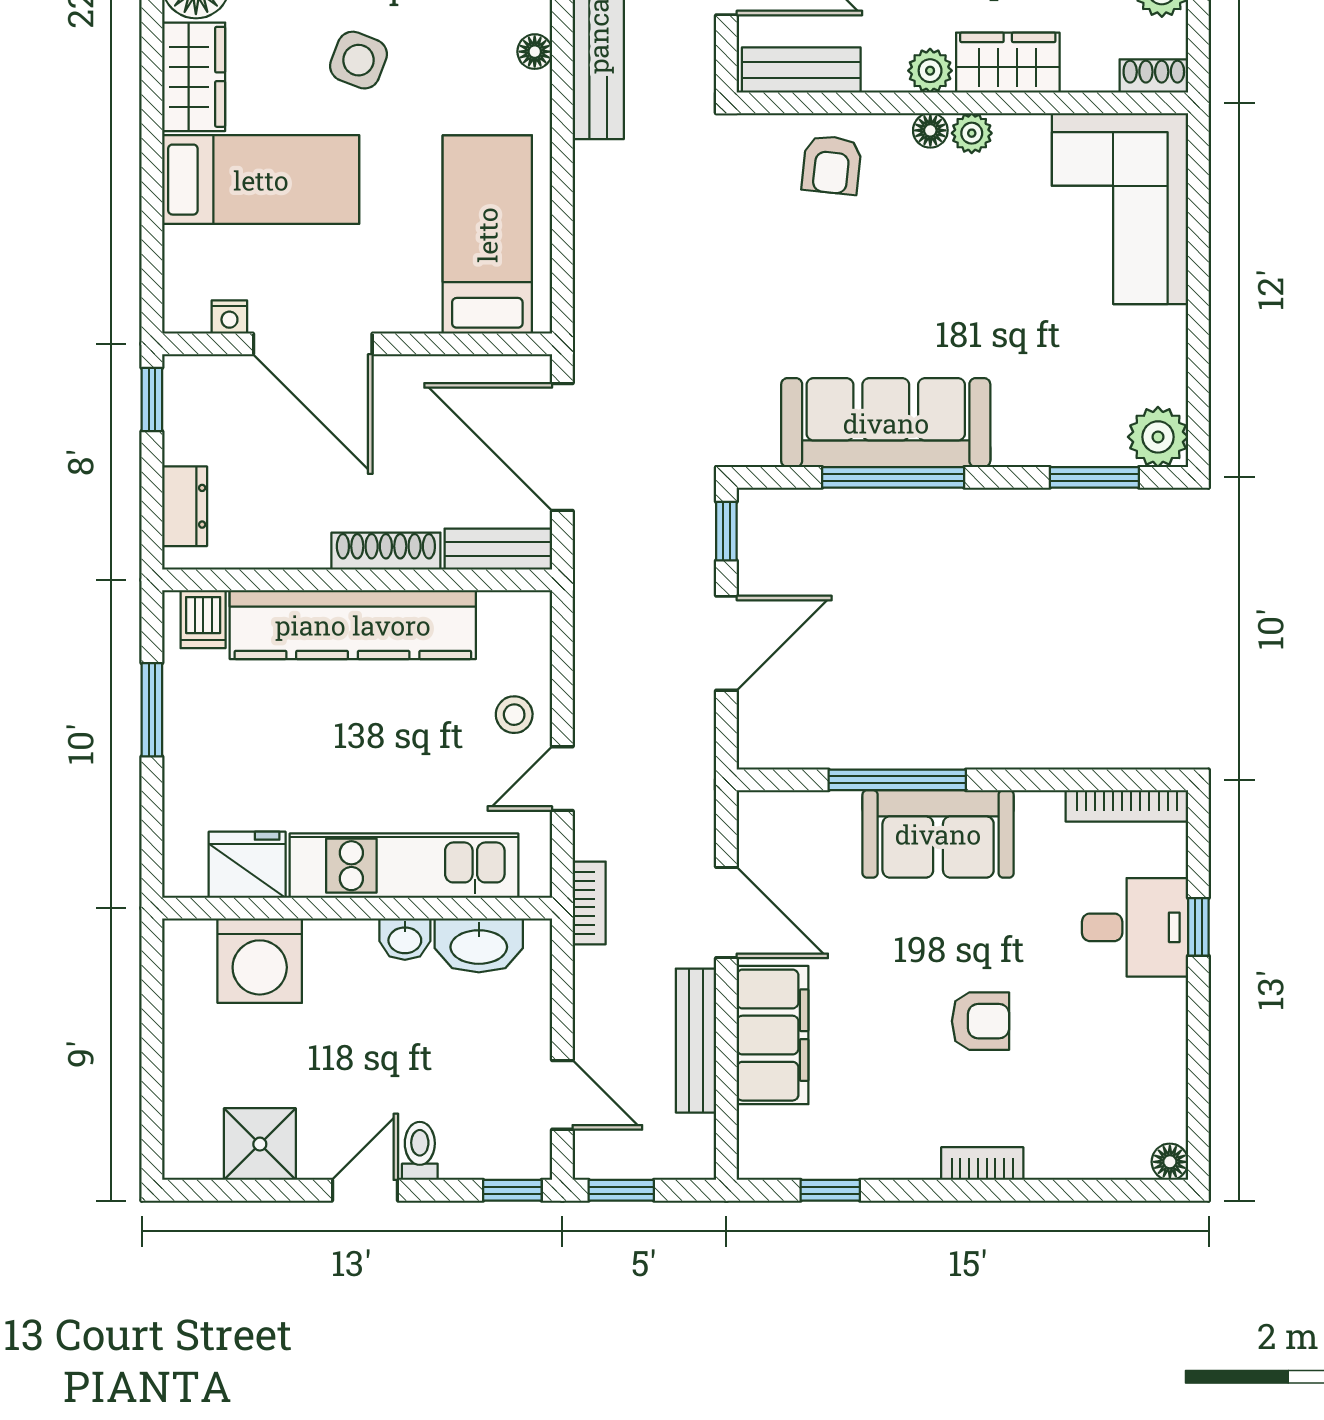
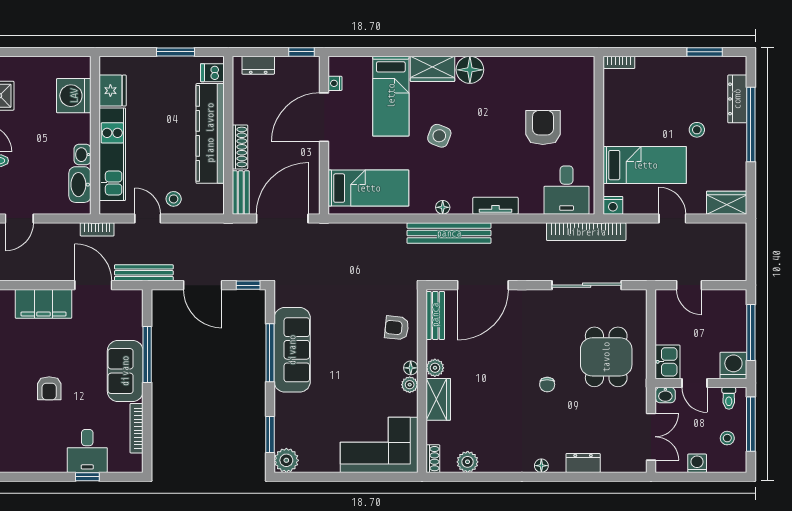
bookcase: (1127, 806) -> (137, 428), moved
door: (726, 913) -> (93, 285), swing flipped
bench: (696, 1041) -> (144, 273), moved

